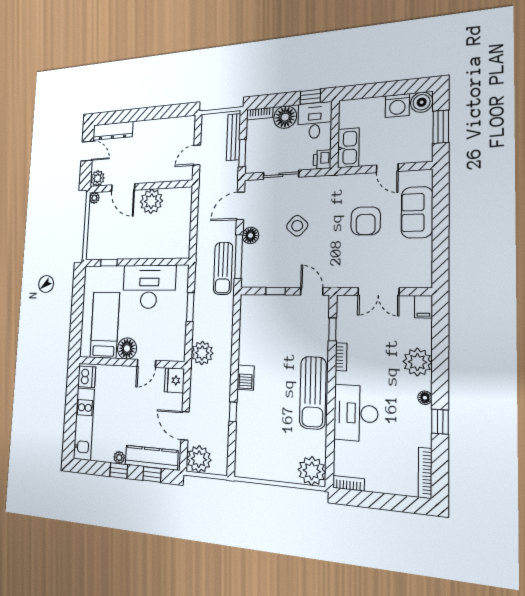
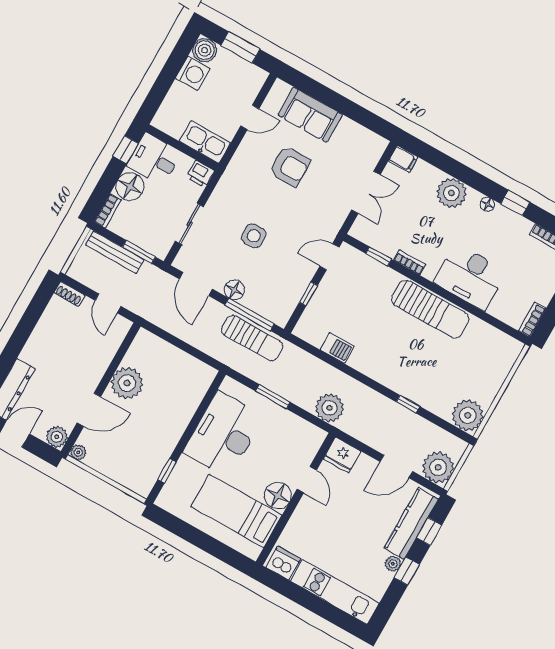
shoe rack: (190, 126) -> (69, 294), added
side table: (297, 226) -> (254, 236), turned 45
barbecue: (246, 378) -> (337, 348), moved
plant: (312, 471) -> (468, 415), moved

